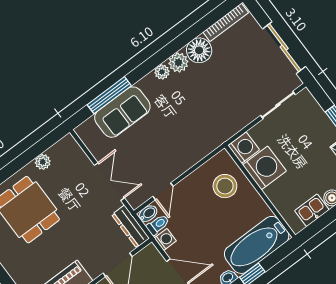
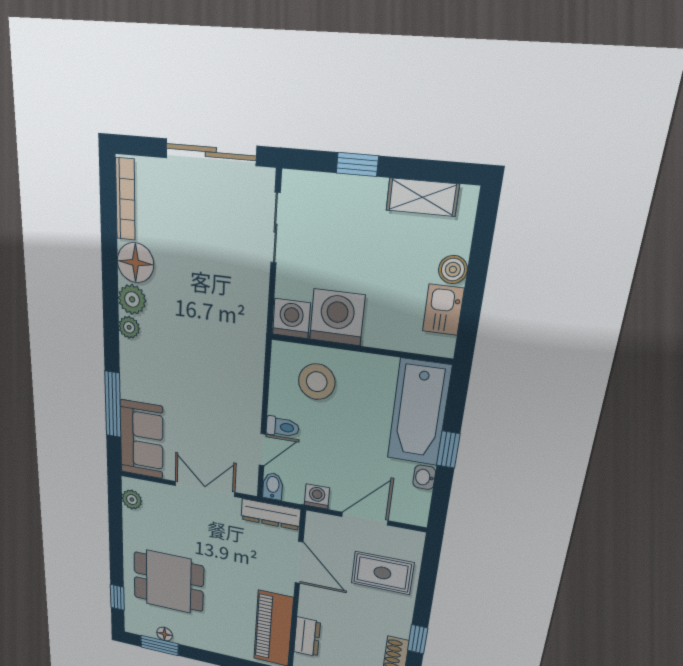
sofa: (122, 112) -> (142, 439), moved
plant: (43, 162) -> (132, 500), moved
door: (163, 191) -> (262, 450), hinge flipped
toilet: (158, 225) -> (283, 427), moved, turned 90

